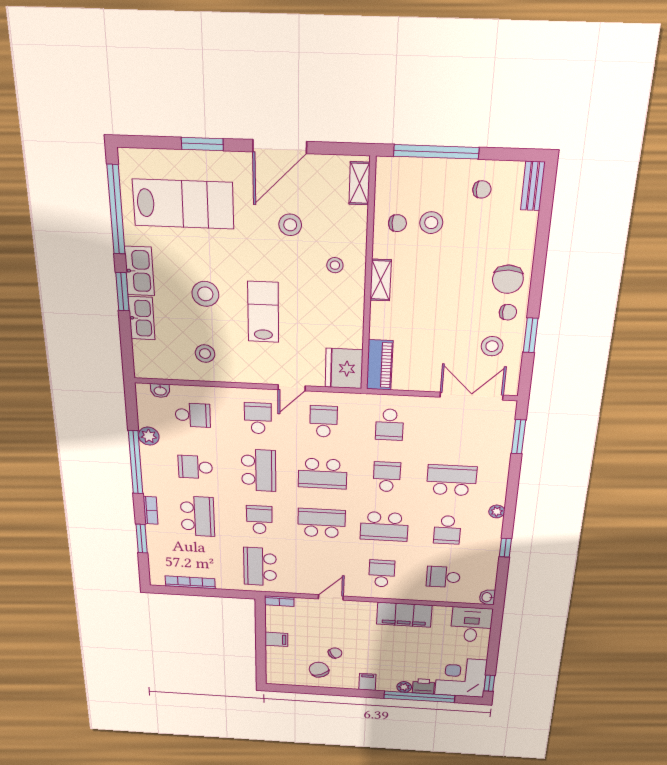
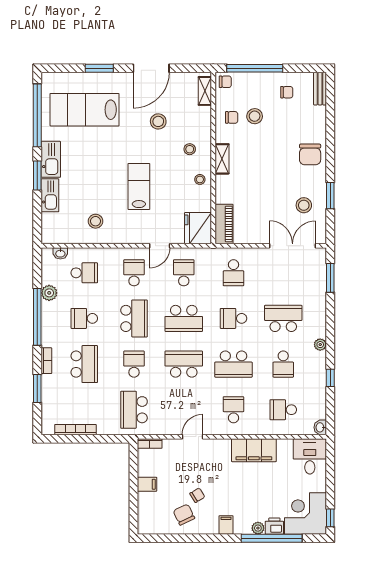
lab bench: (183, 204) -> (85, 110), turned 180
stool: (205, 294) -> (200, 179), moved, width x0.53, depth x0.53
chair: (508, 312) -> (225, 82), moved
school desk: (387, 477) -> (233, 318), turned -90

